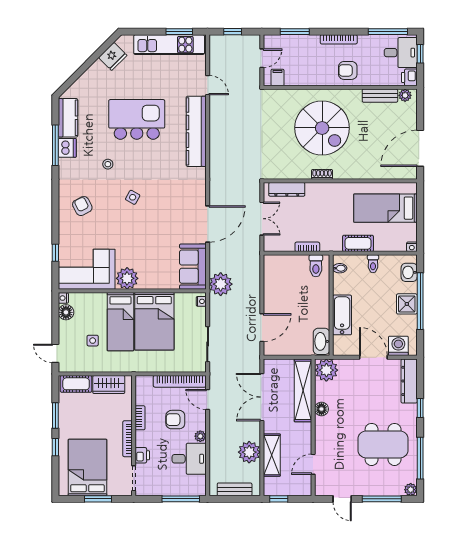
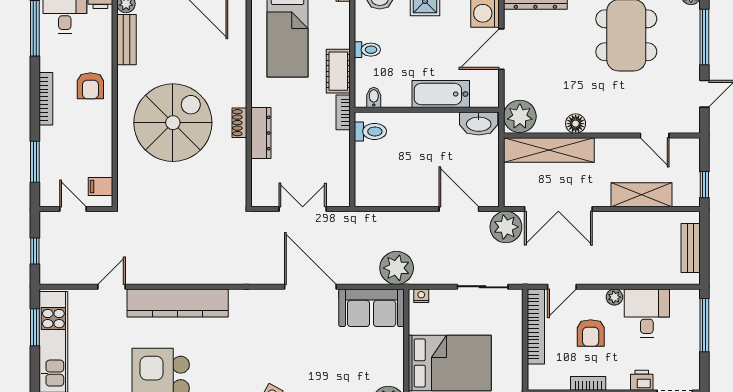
dresser: (287, 189) -> (261, 133), moved
bookcase: (307, 247) -> (343, 112), moved
plant: (249, 452) -> (506, 227), moved

